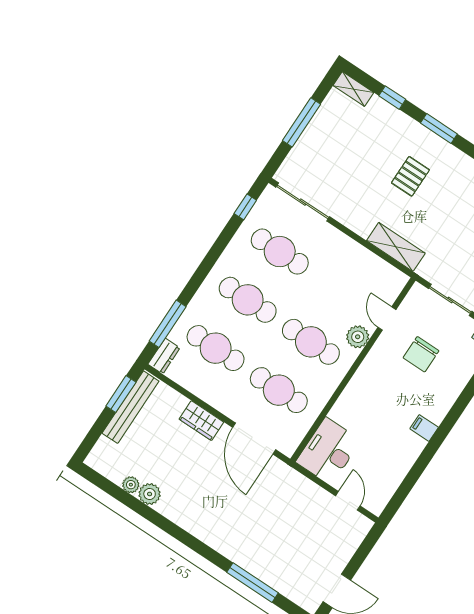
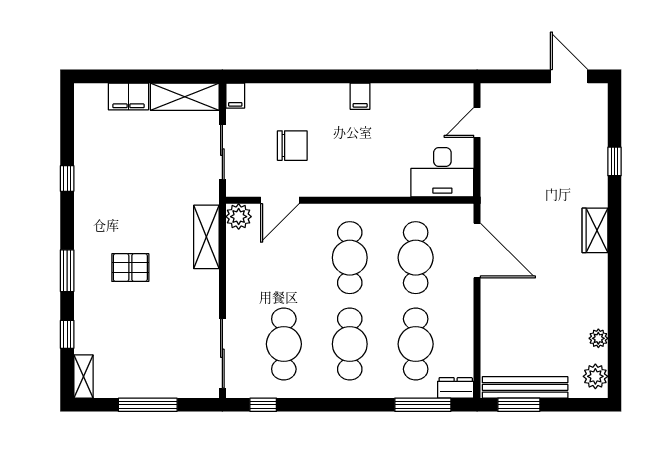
door: (387, 319) -> (280, 200), width x1.38
plant: (358, 337) -> (239, 217), moved
wardrobe: (201, 421) -> (595, 230), moved, turned 180
door: (254, 439) -> (477, 251), hinge flipped
plant: (150, 494) -> (595, 376), moved
window: (253, 583) -> (614, 161), width x0.46

